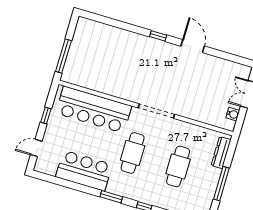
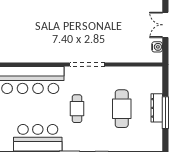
cafe table: (133, 153) -> (77, 109), width x0.73, depth x0.74
dresser: (221, 153) -> (157, 108), moved

